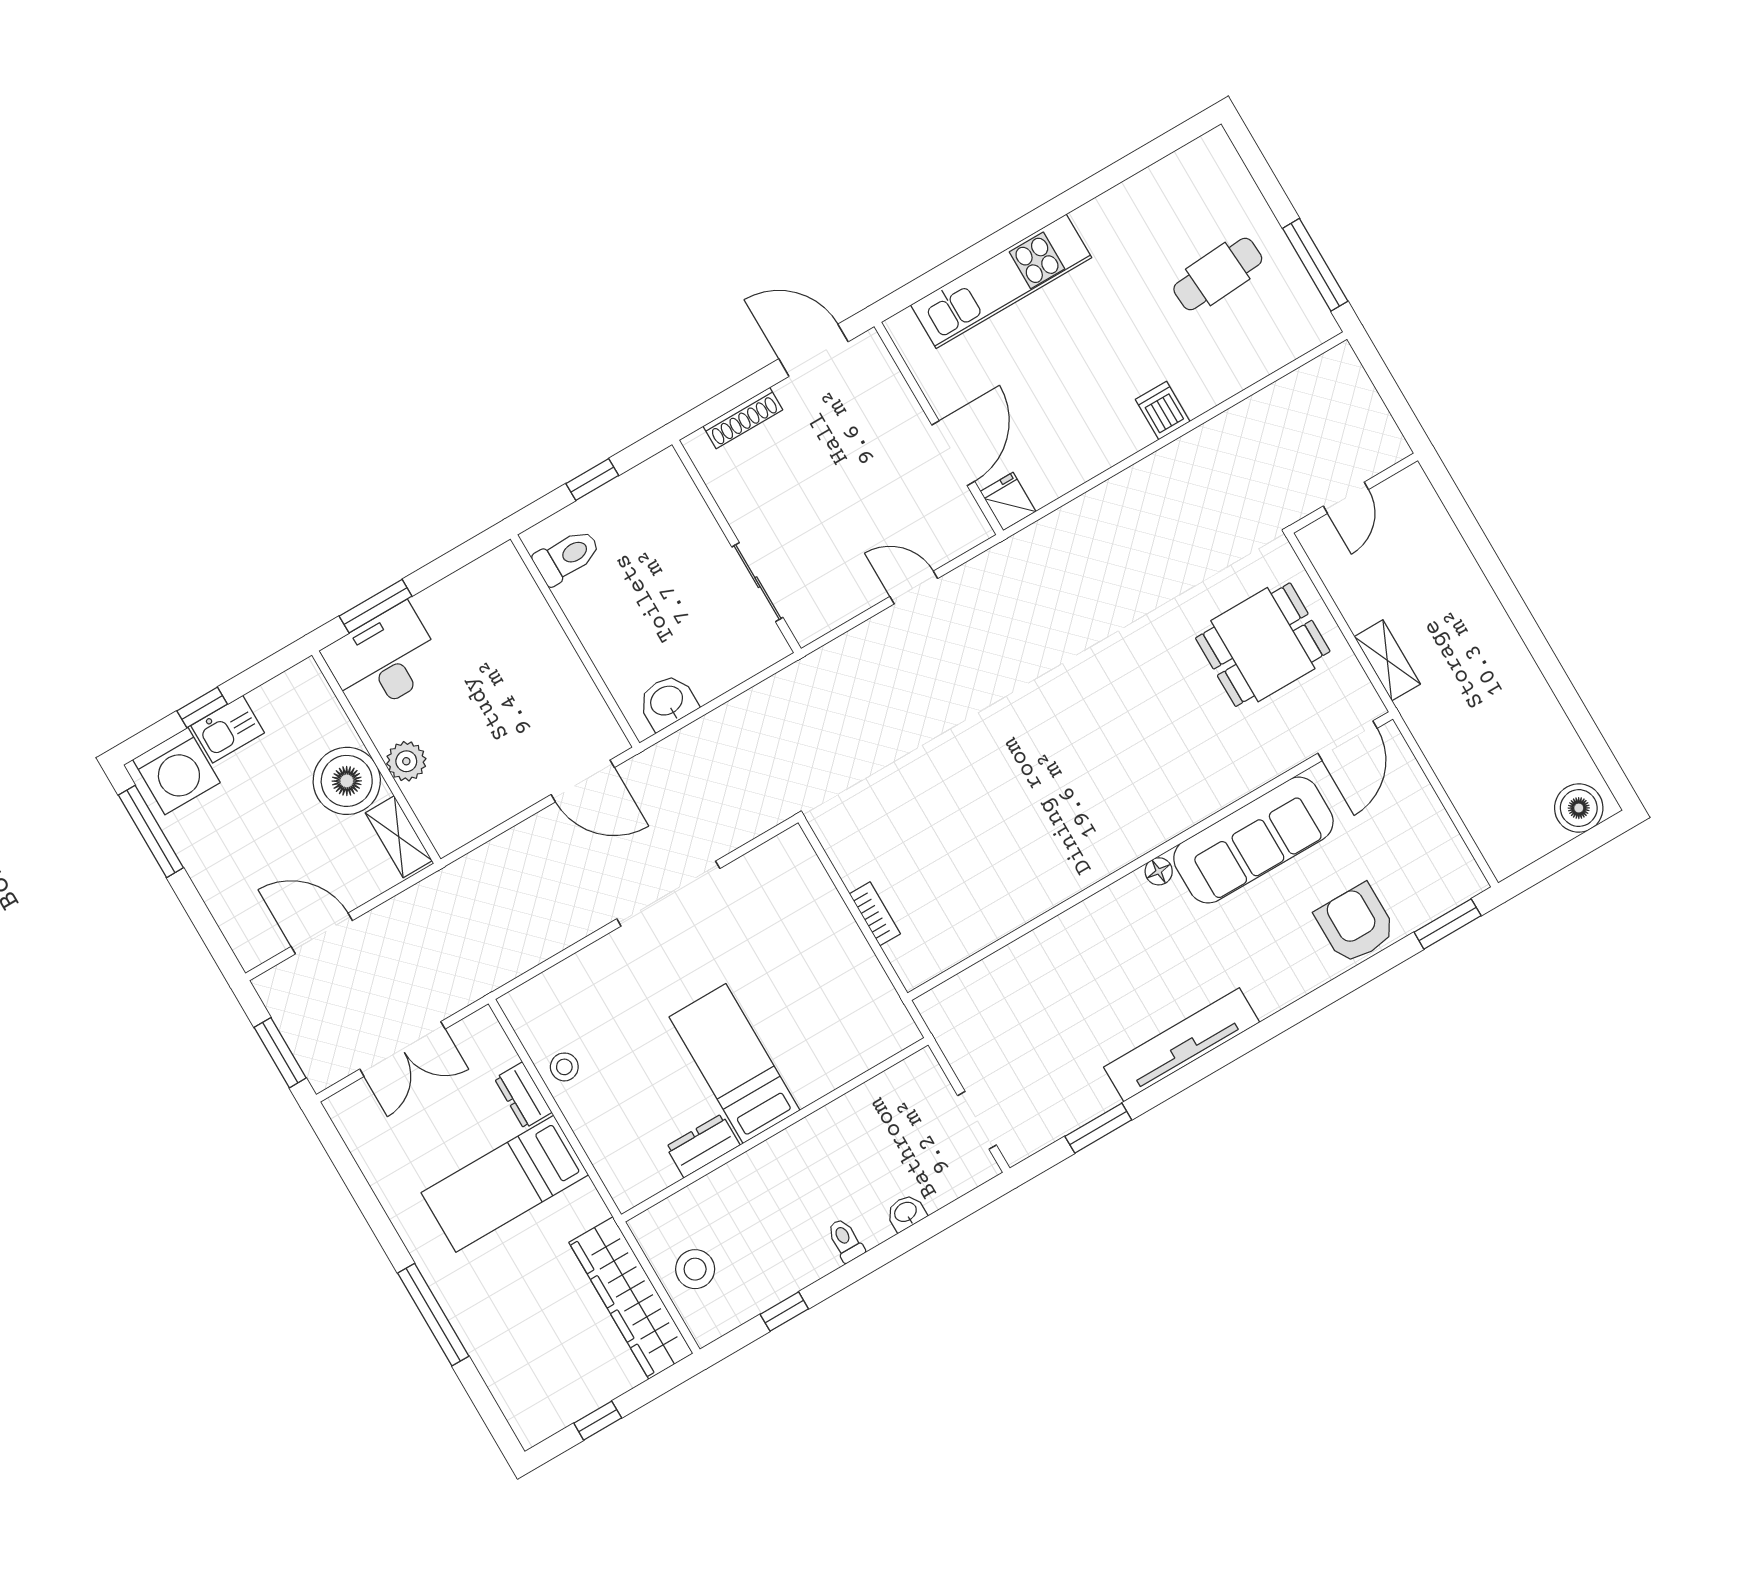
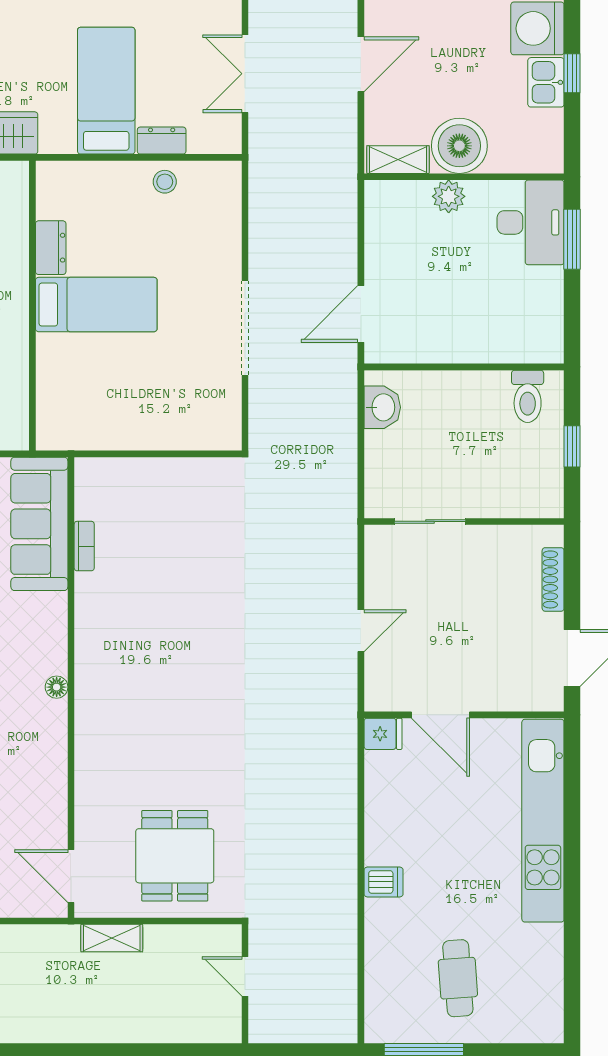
kitchen unit: (1001, 281) -> (543, 821), width x1.36
sofa: (1253, 840) -> (39, 524), moved
bookcase: (875, 914) -> (84, 546), moved, turned -90

